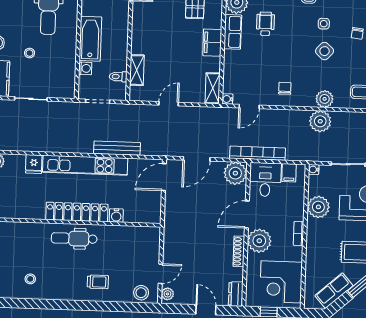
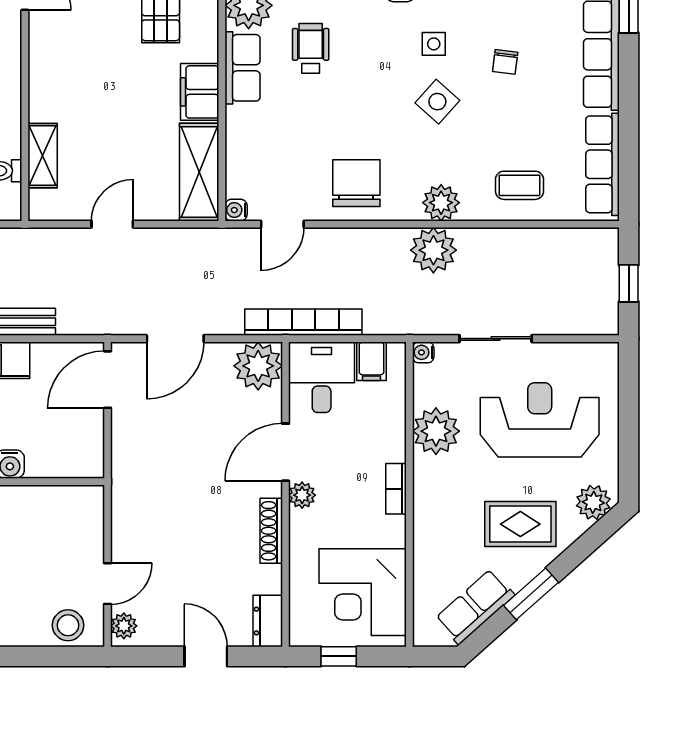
shelving: (213, 88) -> (199, 172), width x1.50, depth x1.33
chair: (285, 88) -> (356, 183), width x1.87, depth x1.87
plant: (259, 241) -> (302, 495), width x0.53, depth x0.53

